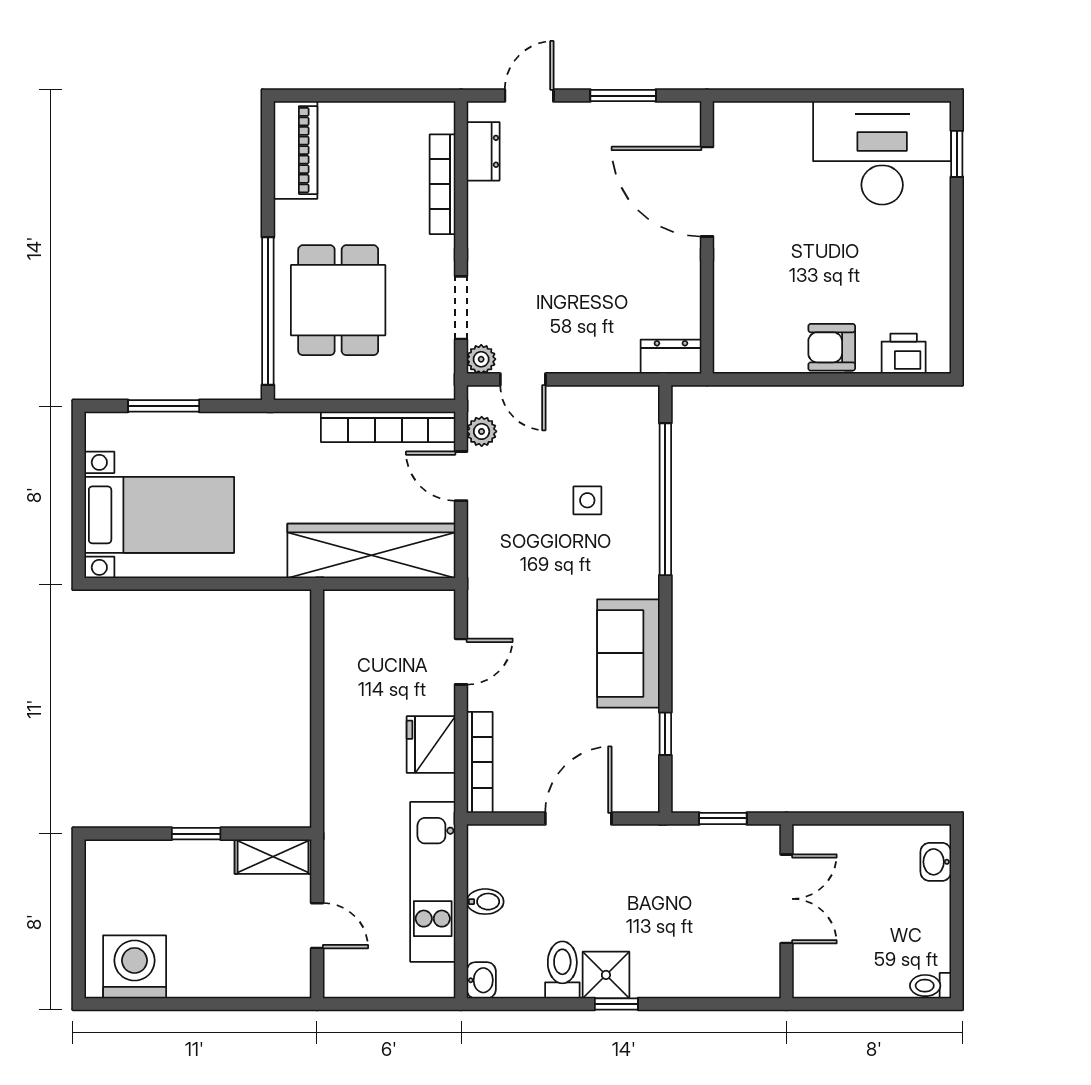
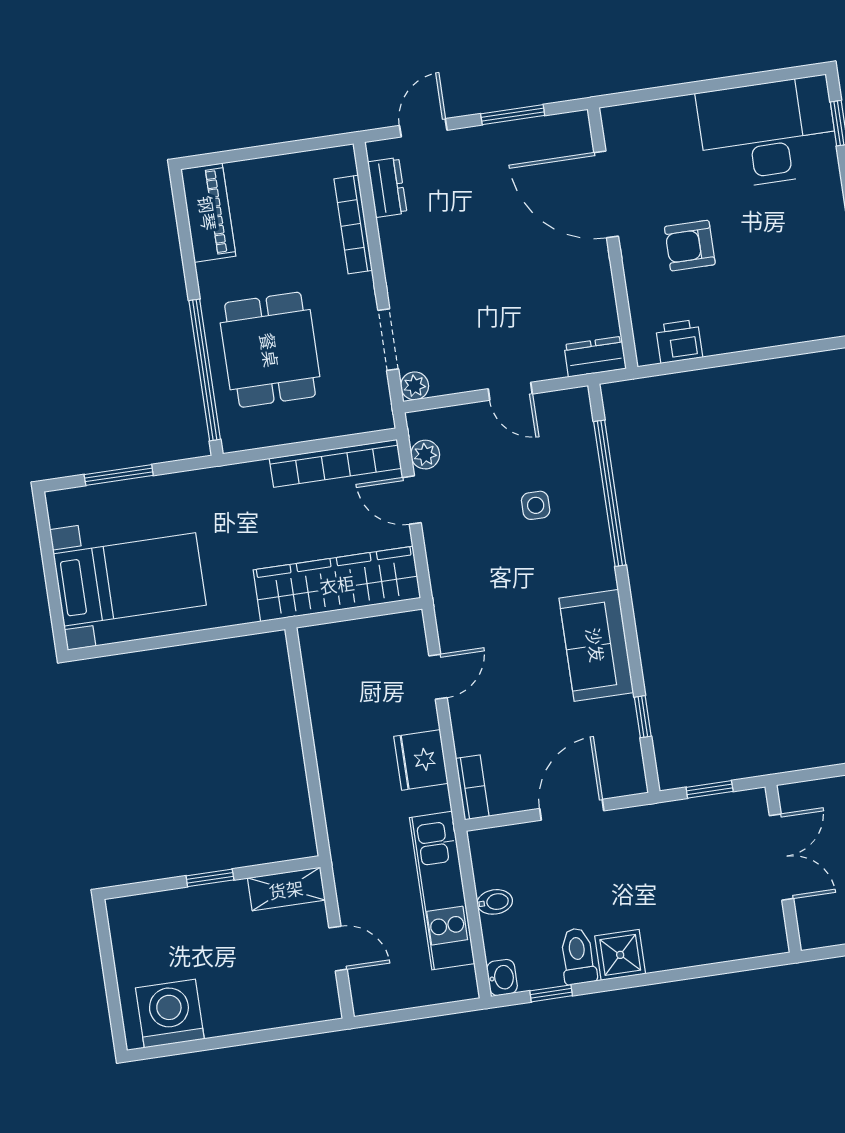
armchair: (832, 347) -> (690, 246), moved
printer: (904, 354) -> (679, 341), moved
door: (523, 379) -> (510, 391), moved
bookcase: (480, 762) -> (472, 787), width x0.64
window: (616, 1004) -> (551, 993), moved

